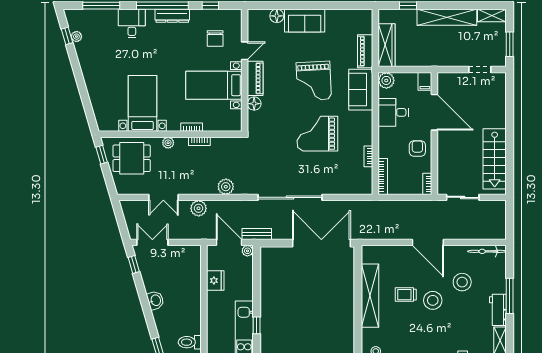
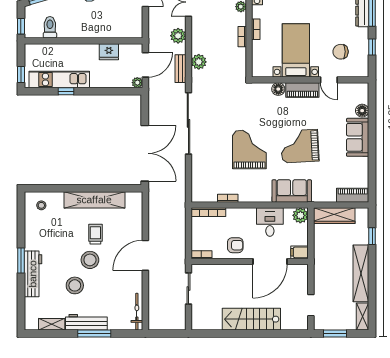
piano: (365, 51) -> (353, 195), moved
stairs: (495, 159) -> (251, 319), moved
bench: (257, 234) -> (180, 69), moved
stool: (462, 282) -> (75, 285), moved
workbench: (498, 310) -> (86, 322), width x1.38

